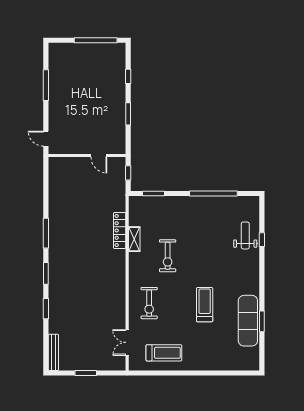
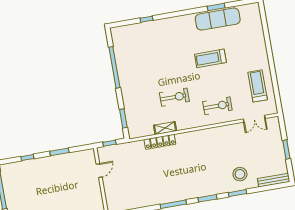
weight bench: (245, 235) -> (145, 34), removed
stool: (67, 315) -> (240, 174), added

